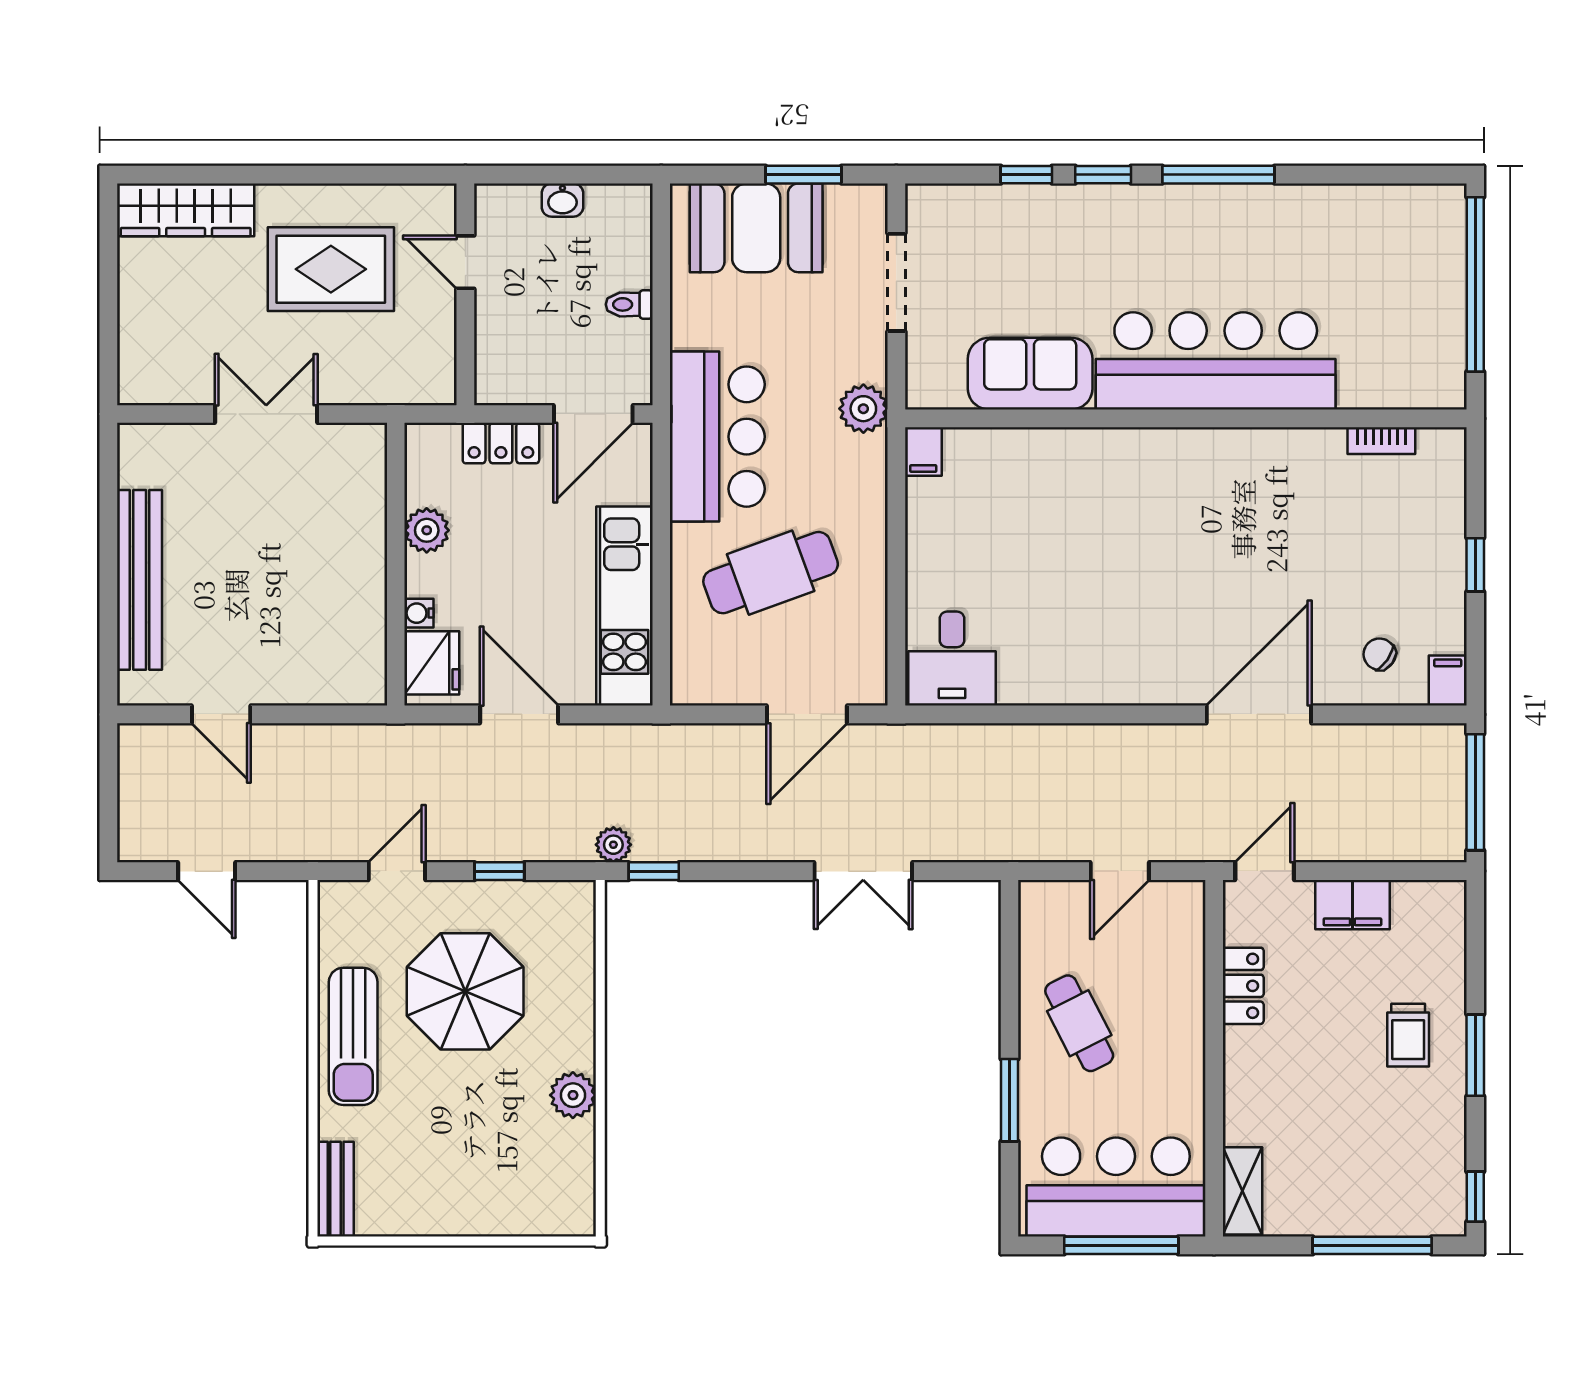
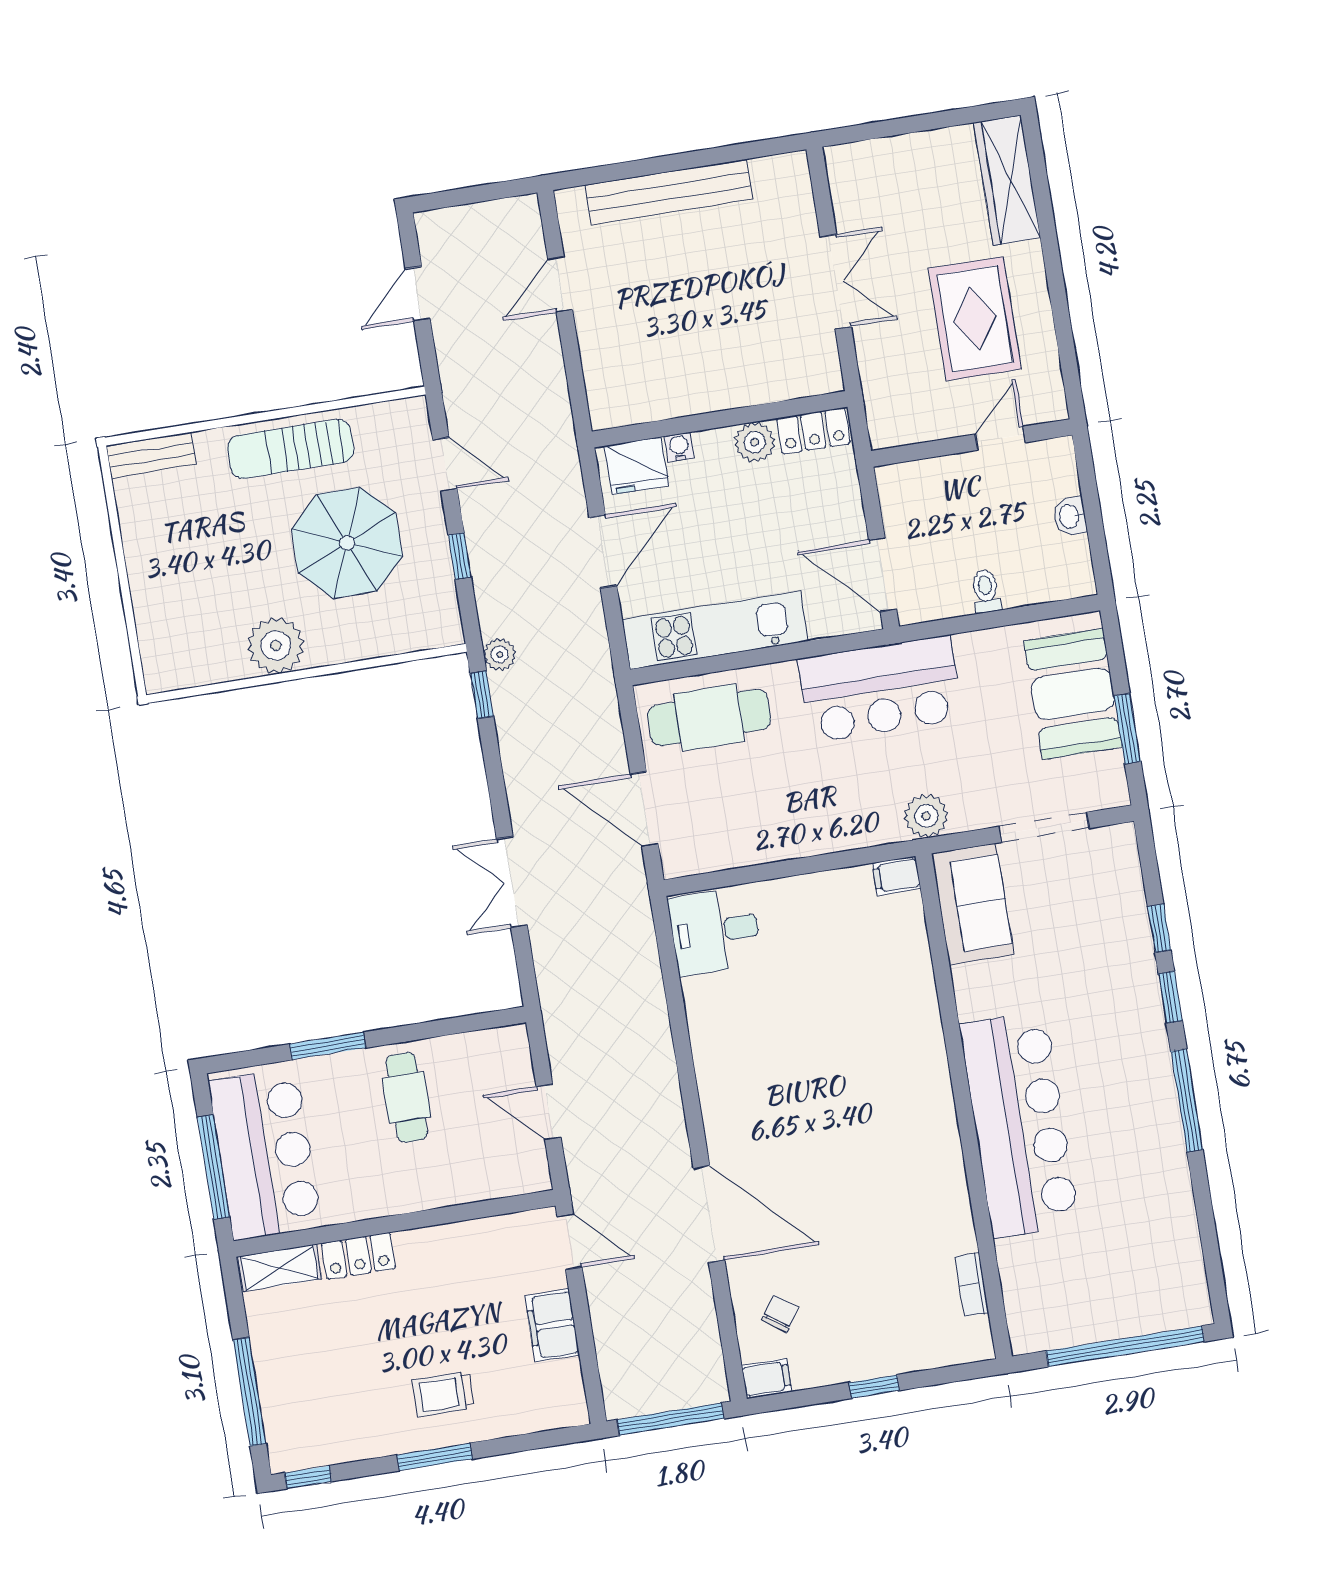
sofa: (1030, 374) -> (972, 904), moved
locker: (501, 443) -> (813, 431), moved, turned -90
cafe table: (771, 573) -> (709, 717), moved, turned -70
locker: (1243, 986) -> (358, 1256), moved
cafe table: (1079, 1023) -> (407, 1097), turned -63
plant: (573, 1095) -> (276, 646), width x1.36, depth x1.36

